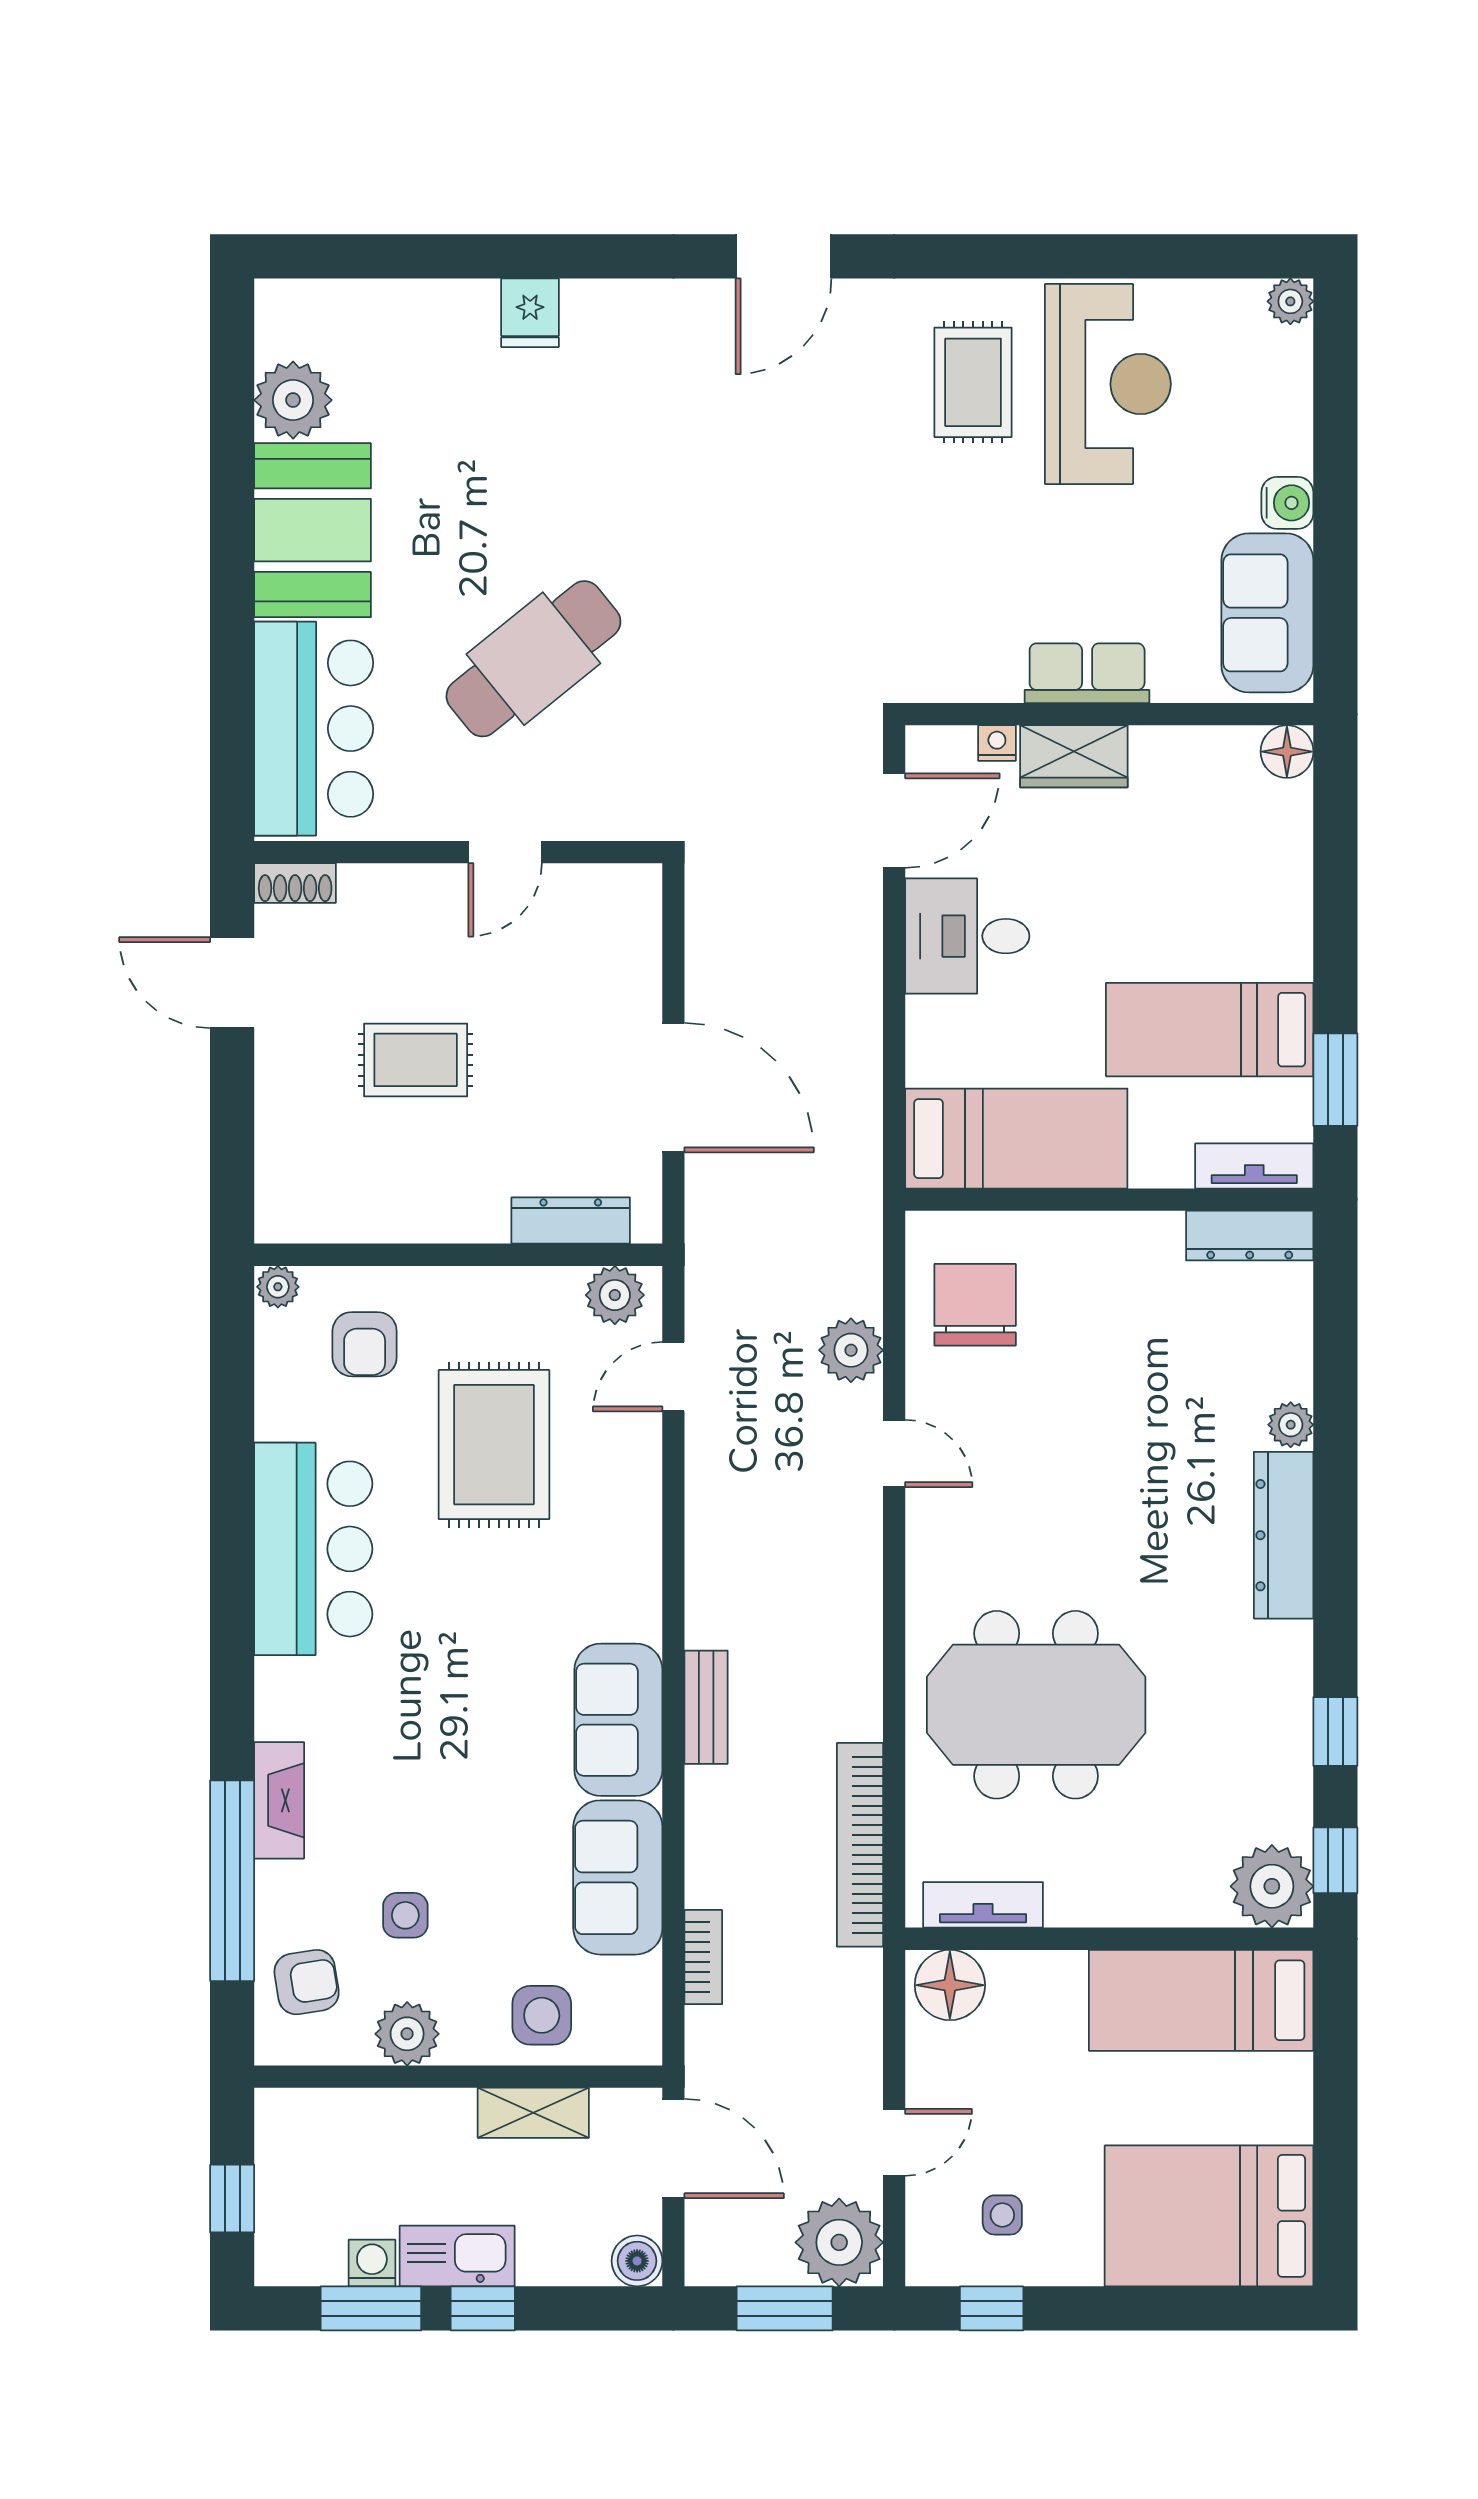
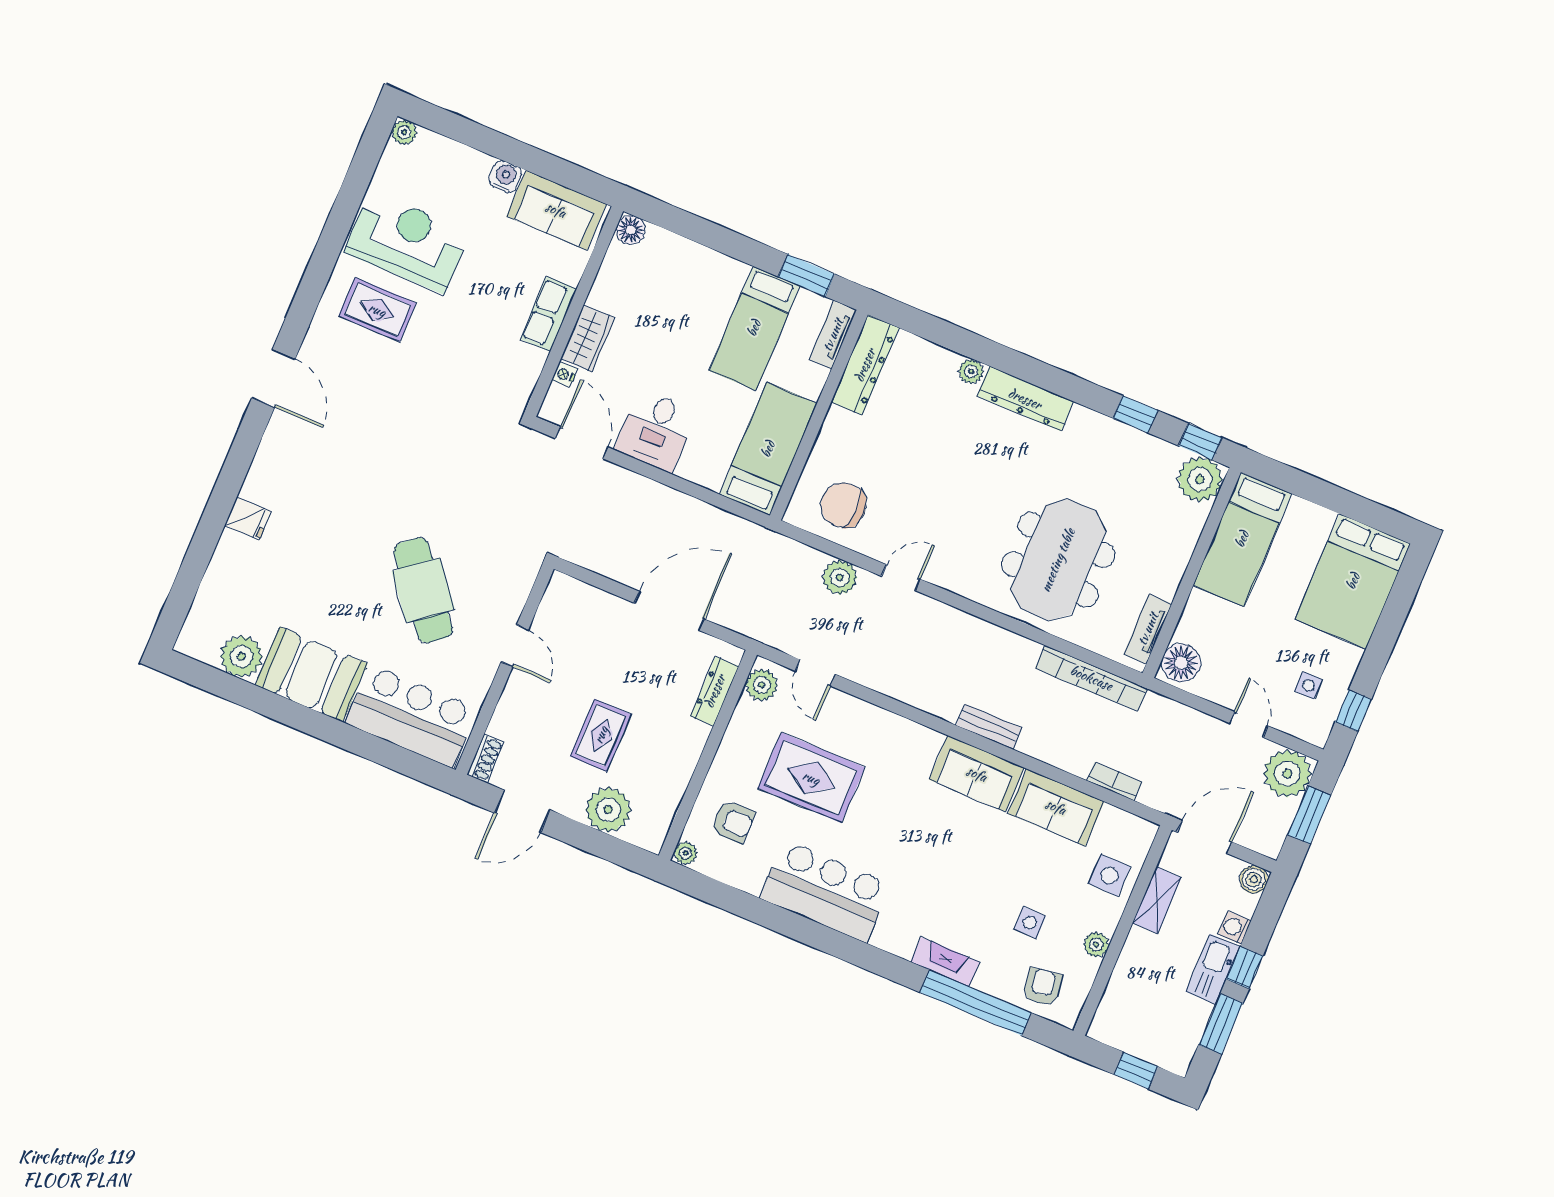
plant: (296, 1126) -> (608, 810), added
dresser: (1250, 1236) -> (865, 365), width x1.37, depth x1.24
plant: (407, 2034) -> (1096, 945), width x0.73, depth x0.73
washing machine: (372, 2263) -> (1235, 928), moved

